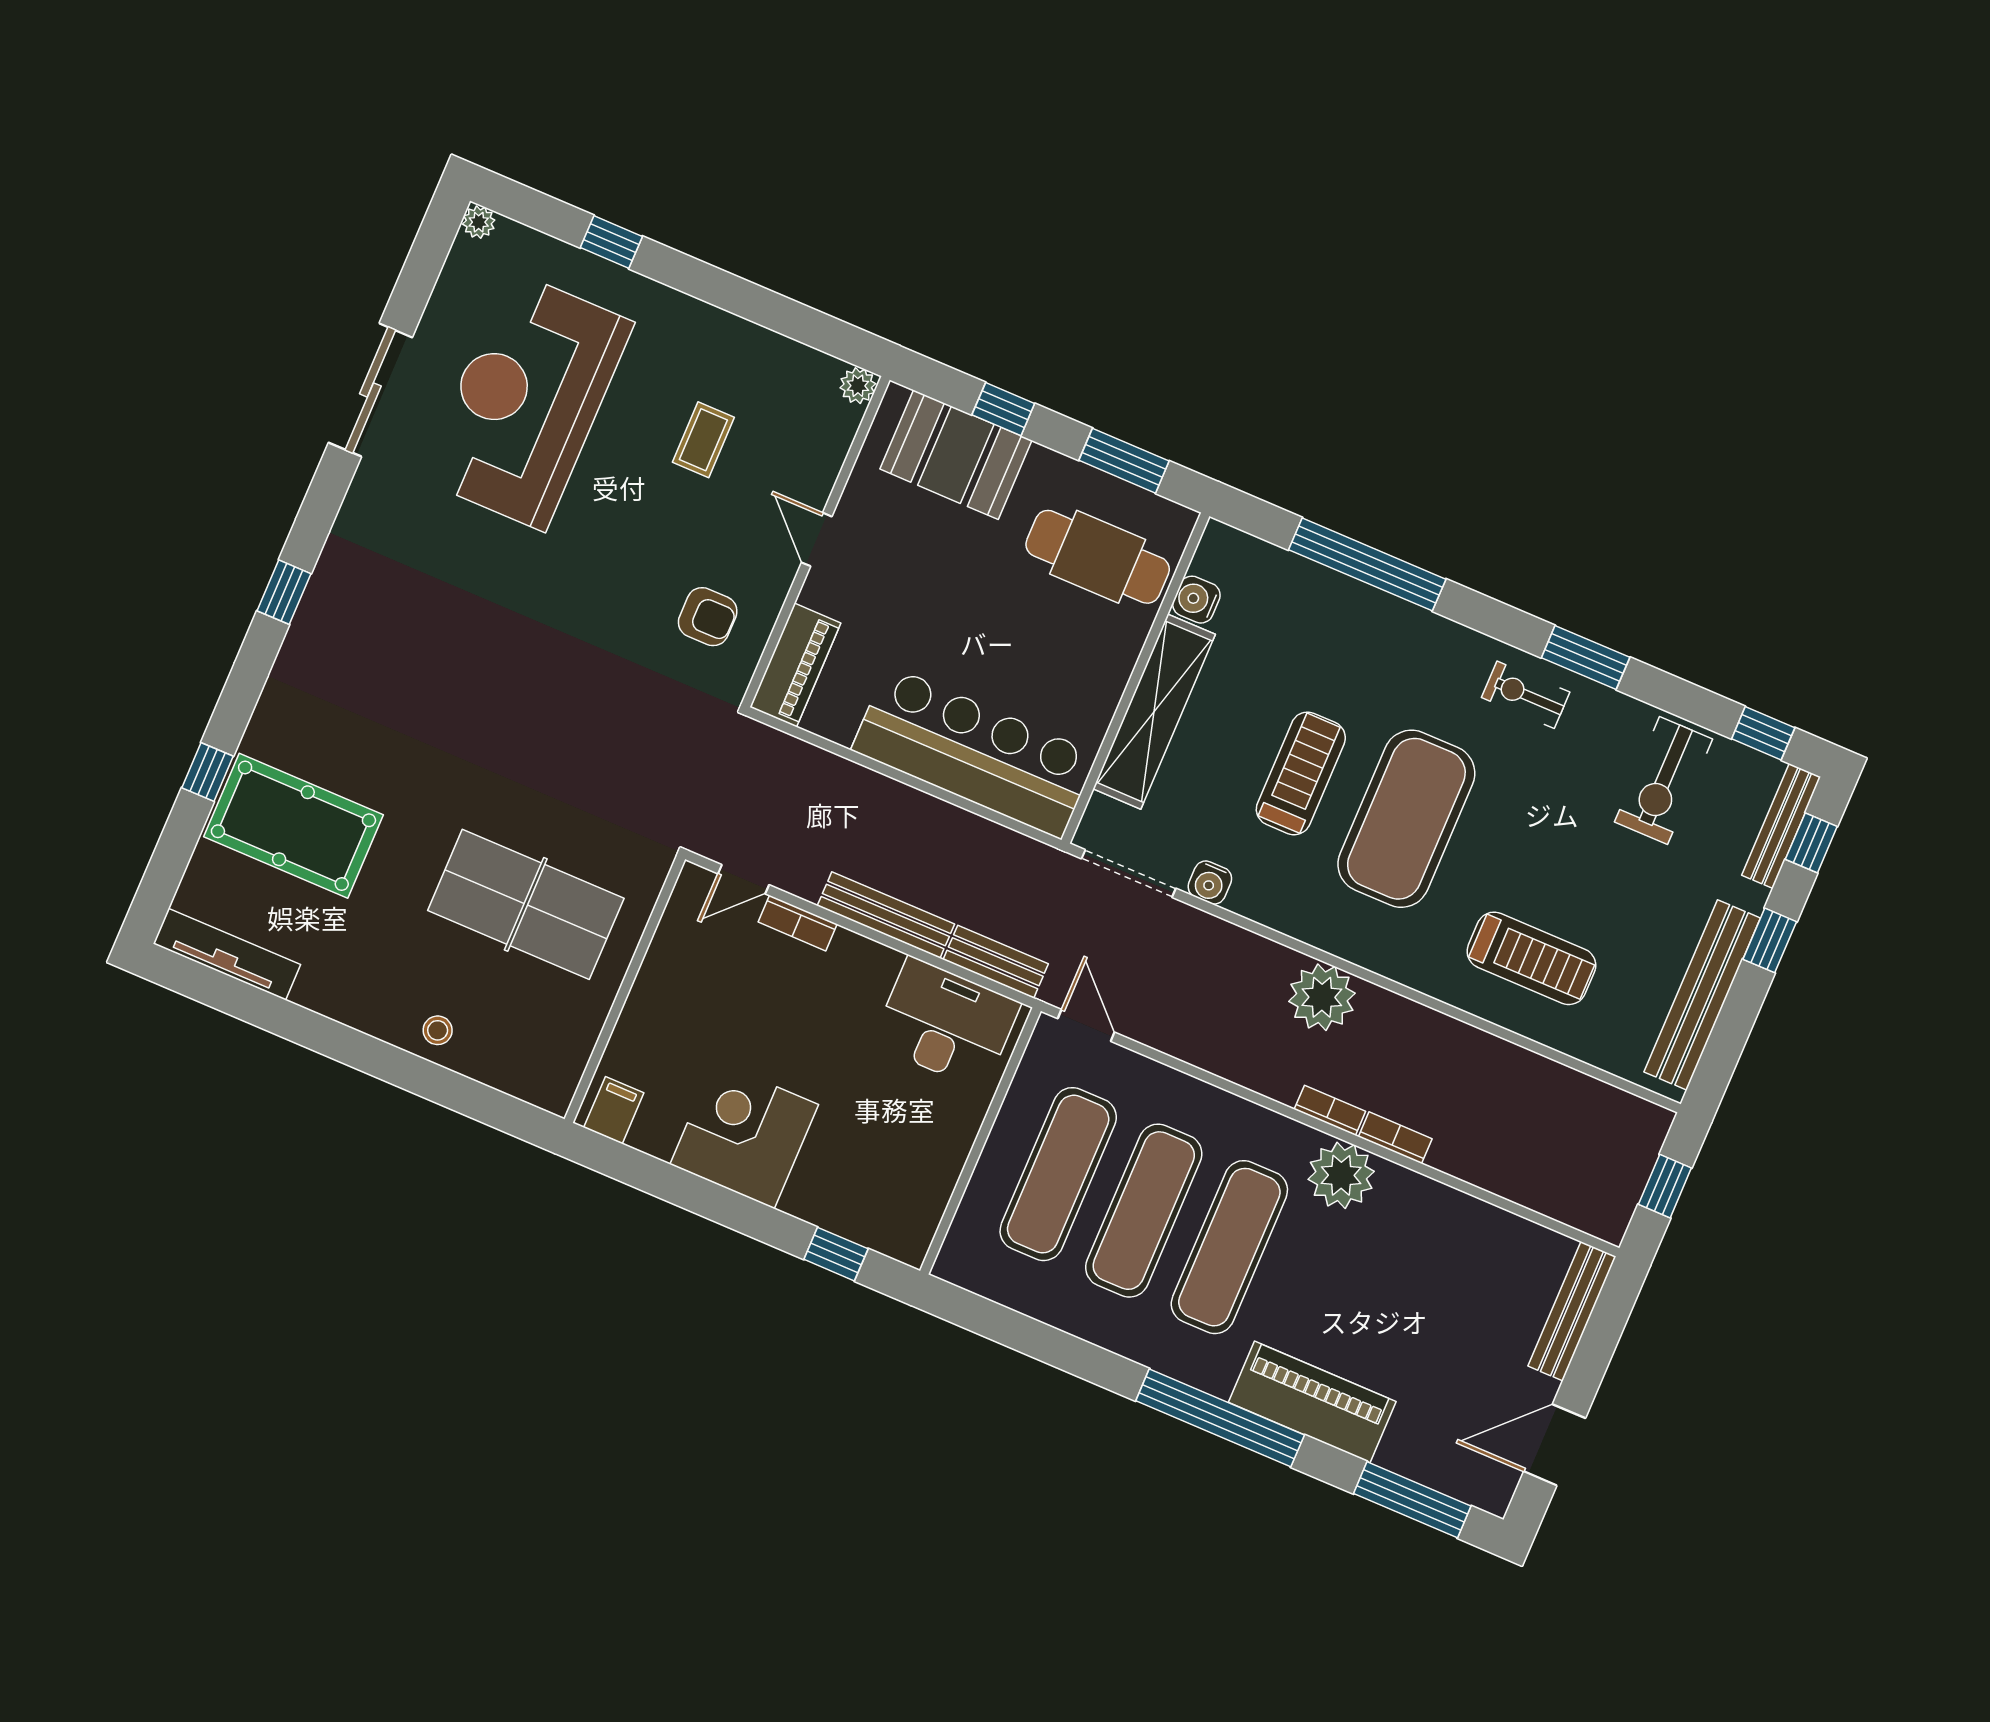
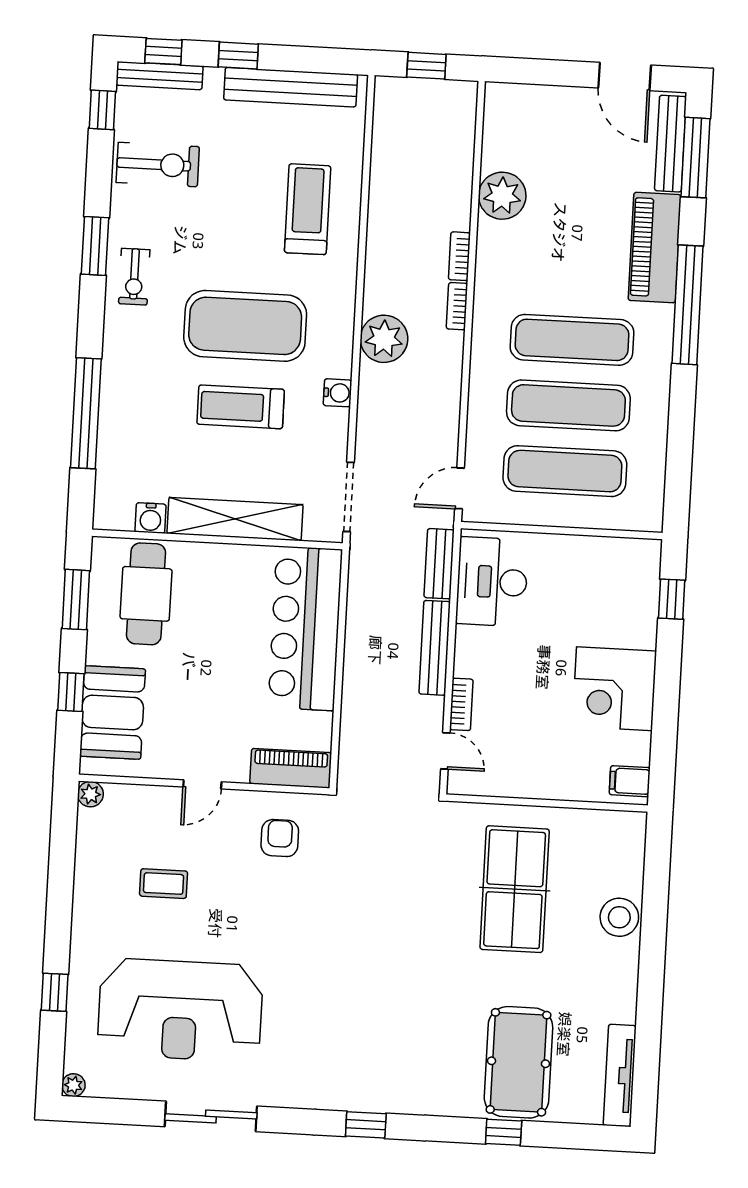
water cooler: (1210, 883) -> (338, 393), moved
stool: (438, 1030) -> (619, 917), width x1.89, depth x1.89
plant: (1341, 1175) -> (502, 196), moved
bench: (1572, 1311) -> (671, 144), moved, turned 90

